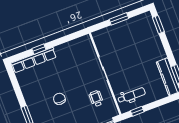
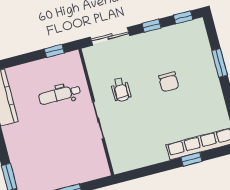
dental chair: (132, 95) -> (60, 95), moved
wheelchair: (96, 99) -> (121, 90), moved

